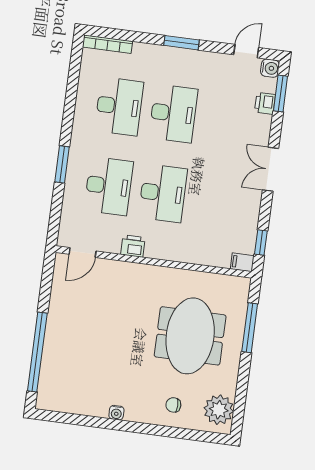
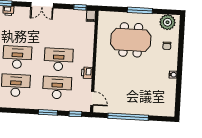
window: (55, 218) -> (75, 114), added
window: (250, 328) -> (140, 10), moved
window: (37, 352) -> (128, 117), moved

